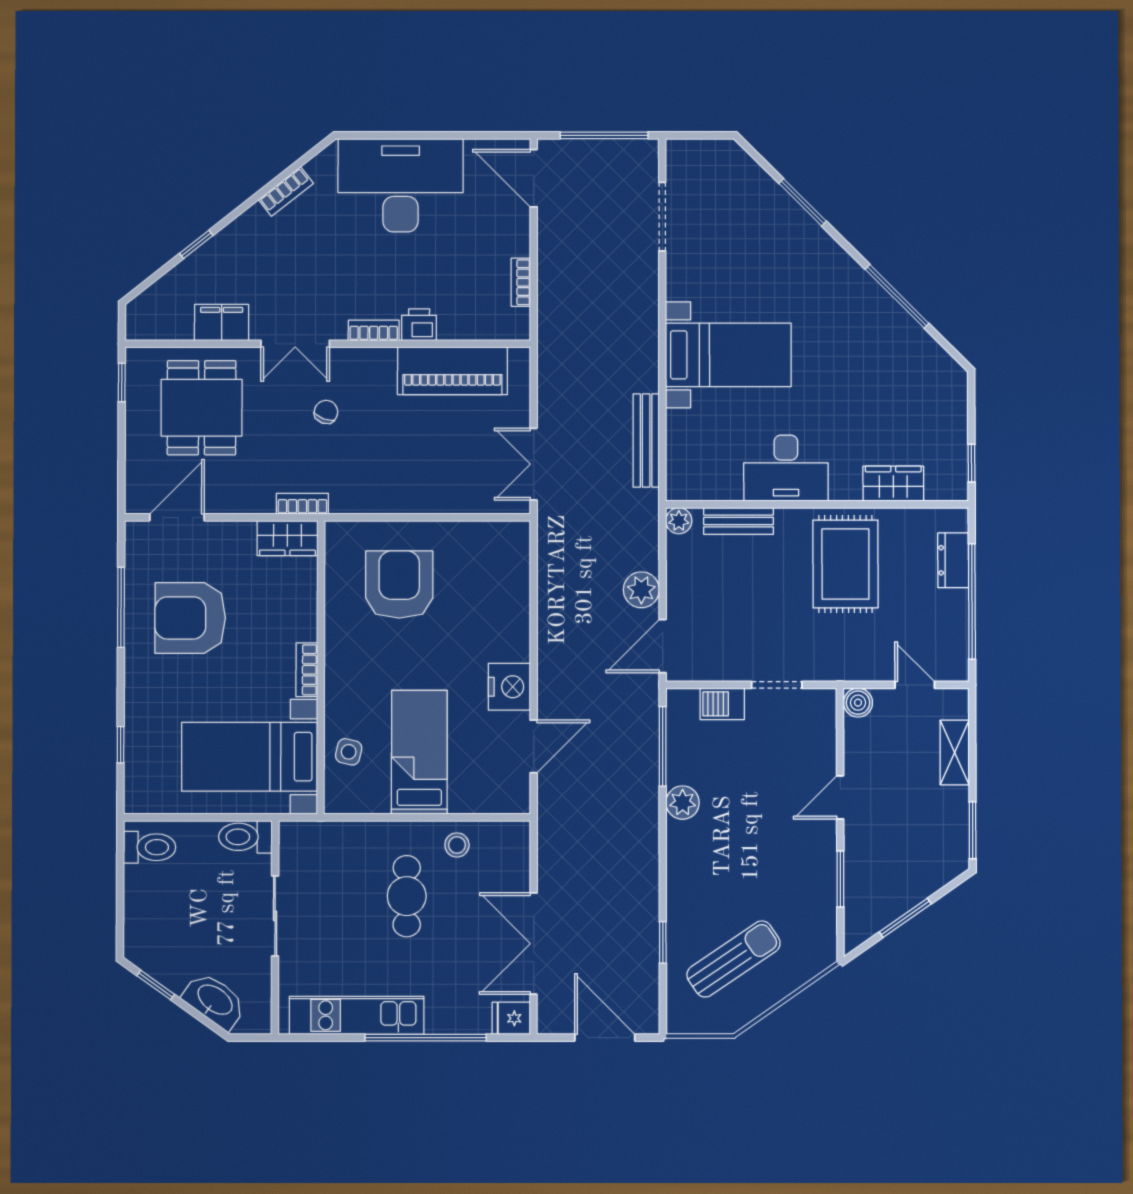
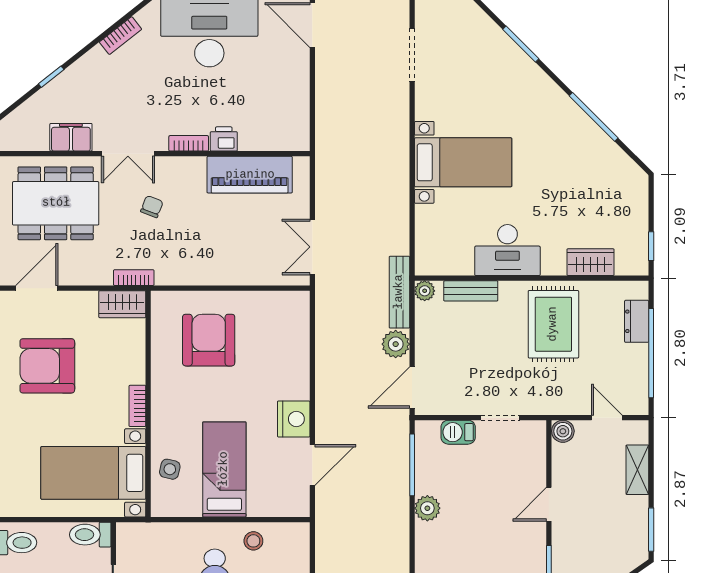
bookcase: (521, 282) -> (303, 106), removed
dining table: (202, 408) -> (56, 203), width x1.38
bench: (646, 441) -> (399, 292), moved

